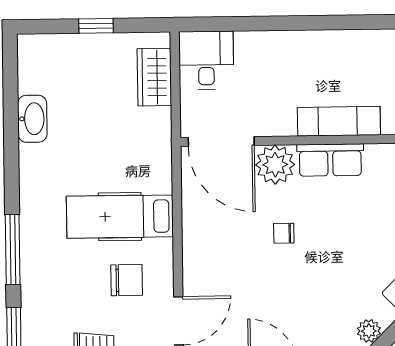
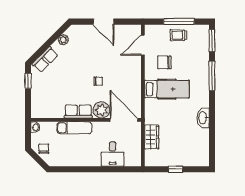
desk: (206, 60) -> (113, 154), moved
wardrobe: (154, 77) -> (152, 137), moved
washbasin: (32, 119) -> (203, 118), moved

